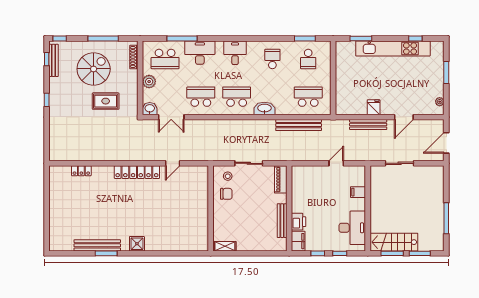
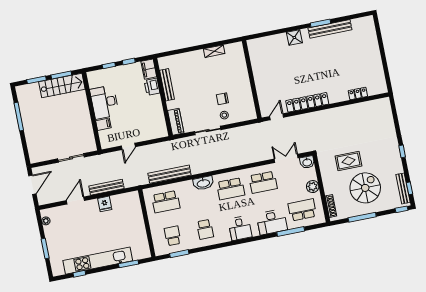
spiral stairs: (94, 69) -> (365, 188), turned 180
wall: (211, 208) -> (252, 79), moved
desk: (352, 228) -> (104, 102), moved

